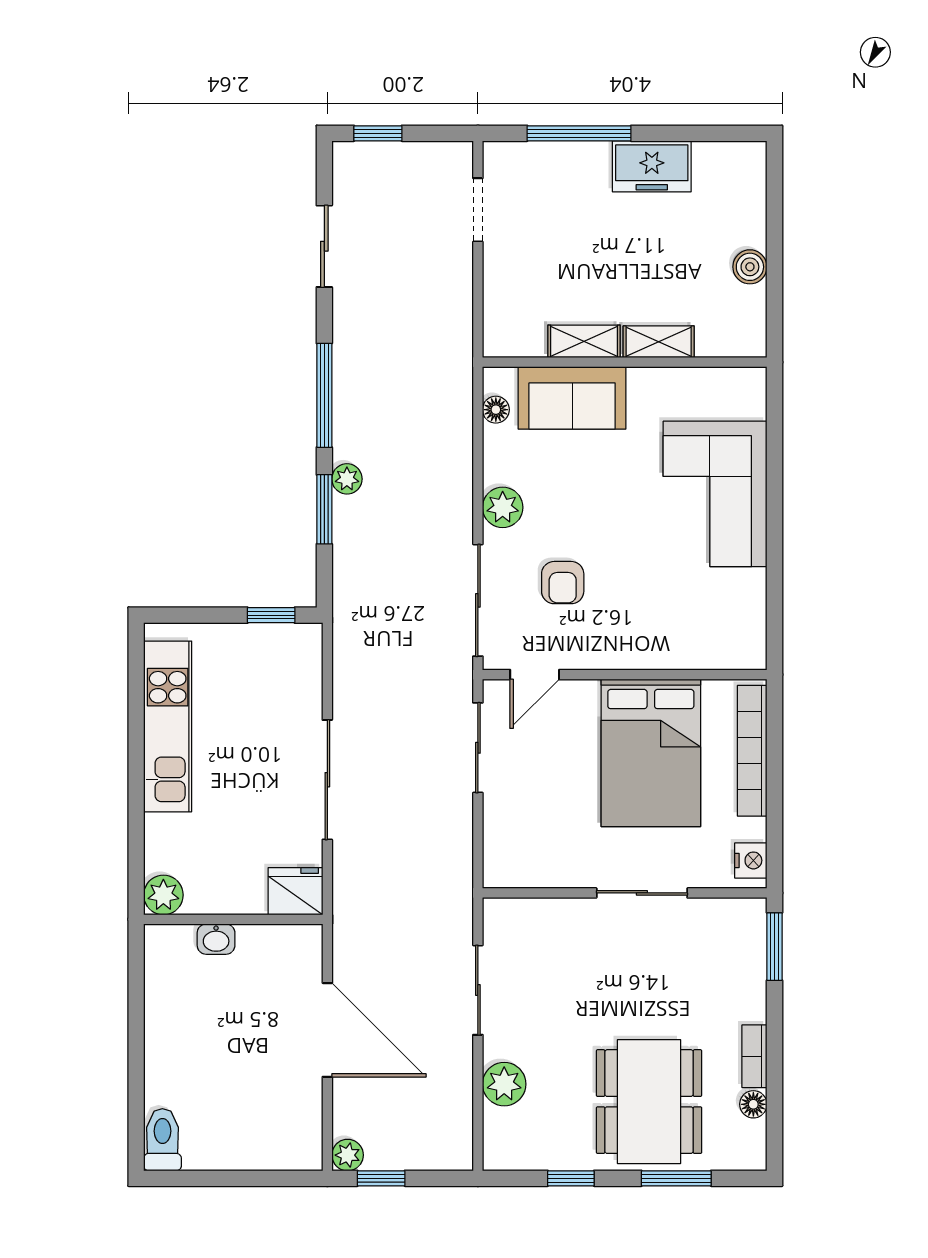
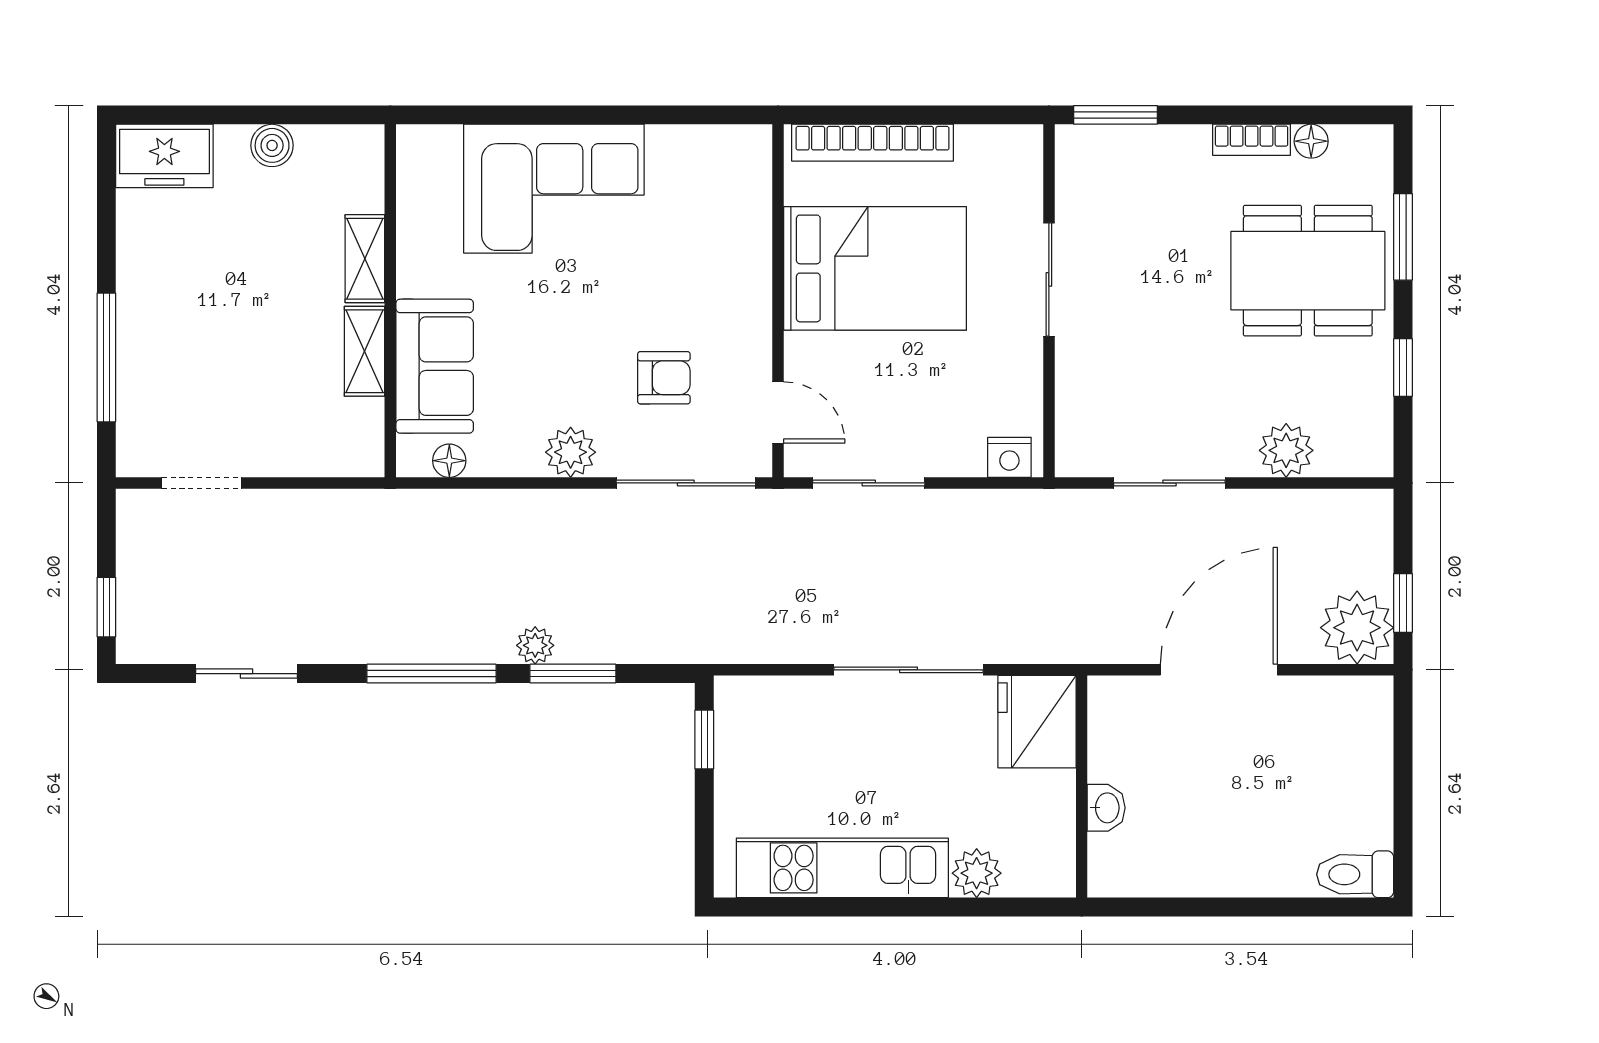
freezer: (652, 166) -> (164, 156), moved, turned 90
nightstand: (751, 860) -> (1009, 457), moved, turned 180
fridge: (295, 891) -> (1037, 722), width x1.36, depth x1.34
plant: (163, 895) -> (977, 873), moved
plant: (348, 1155) -> (1357, 628), width x1.87, depth x1.87

